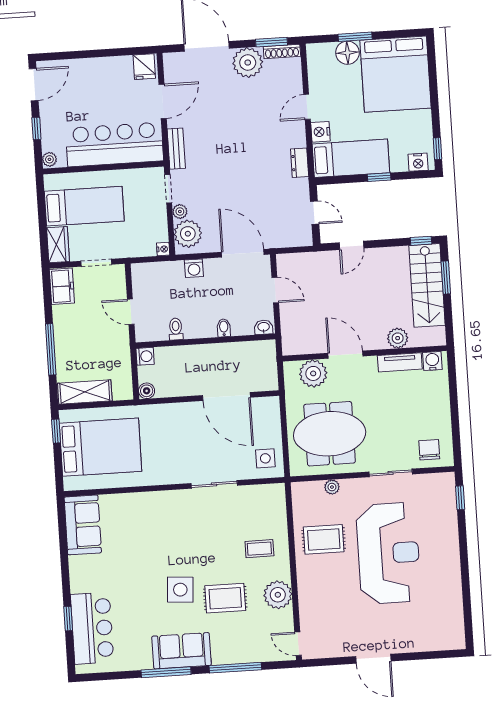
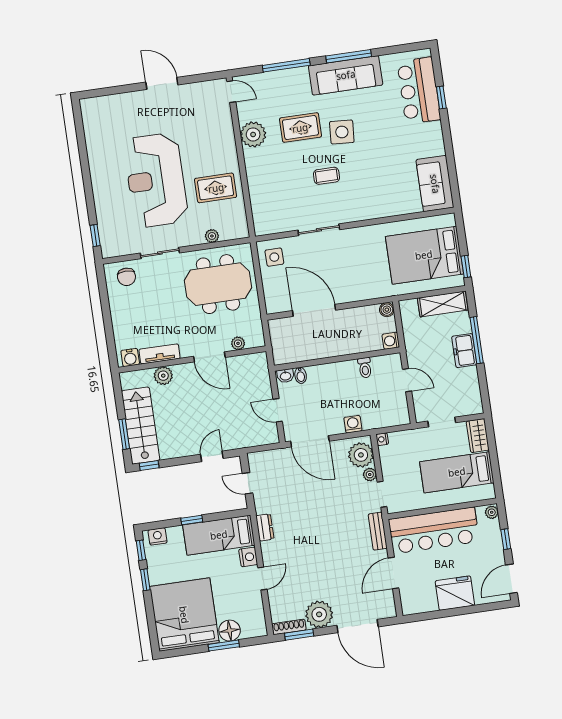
fridge: (144, 67) -> (455, 593), moved, width x1.88, depth x1.34
window: (435, 116) -> (145, 580), added
freezer: (62, 286) -> (464, 351), moved
bidet: (224, 328) -> (301, 375), moved
plant: (313, 373) -> (238, 343), width x0.53, depth x0.53
coffee table: (259, 549) -> (327, 176), moved
sofa: (182, 651) -> (346, 75), width x1.36

